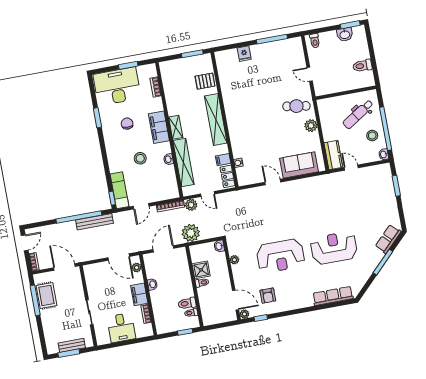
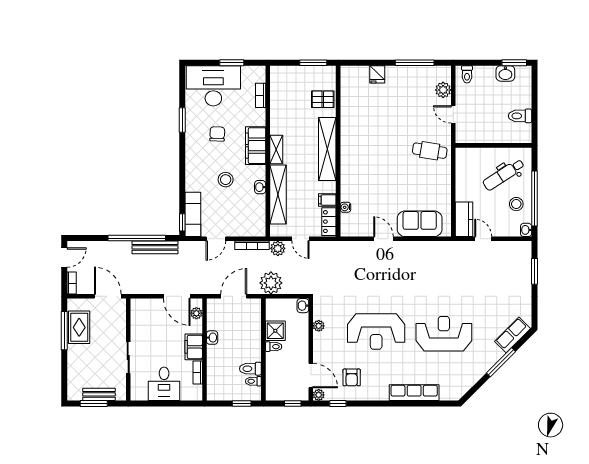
plant: (311, 126) -> (443, 90), moved
row of seats: (333, 296) -> (414, 393), moved
window: (225, 325) -> (293, 403), added

